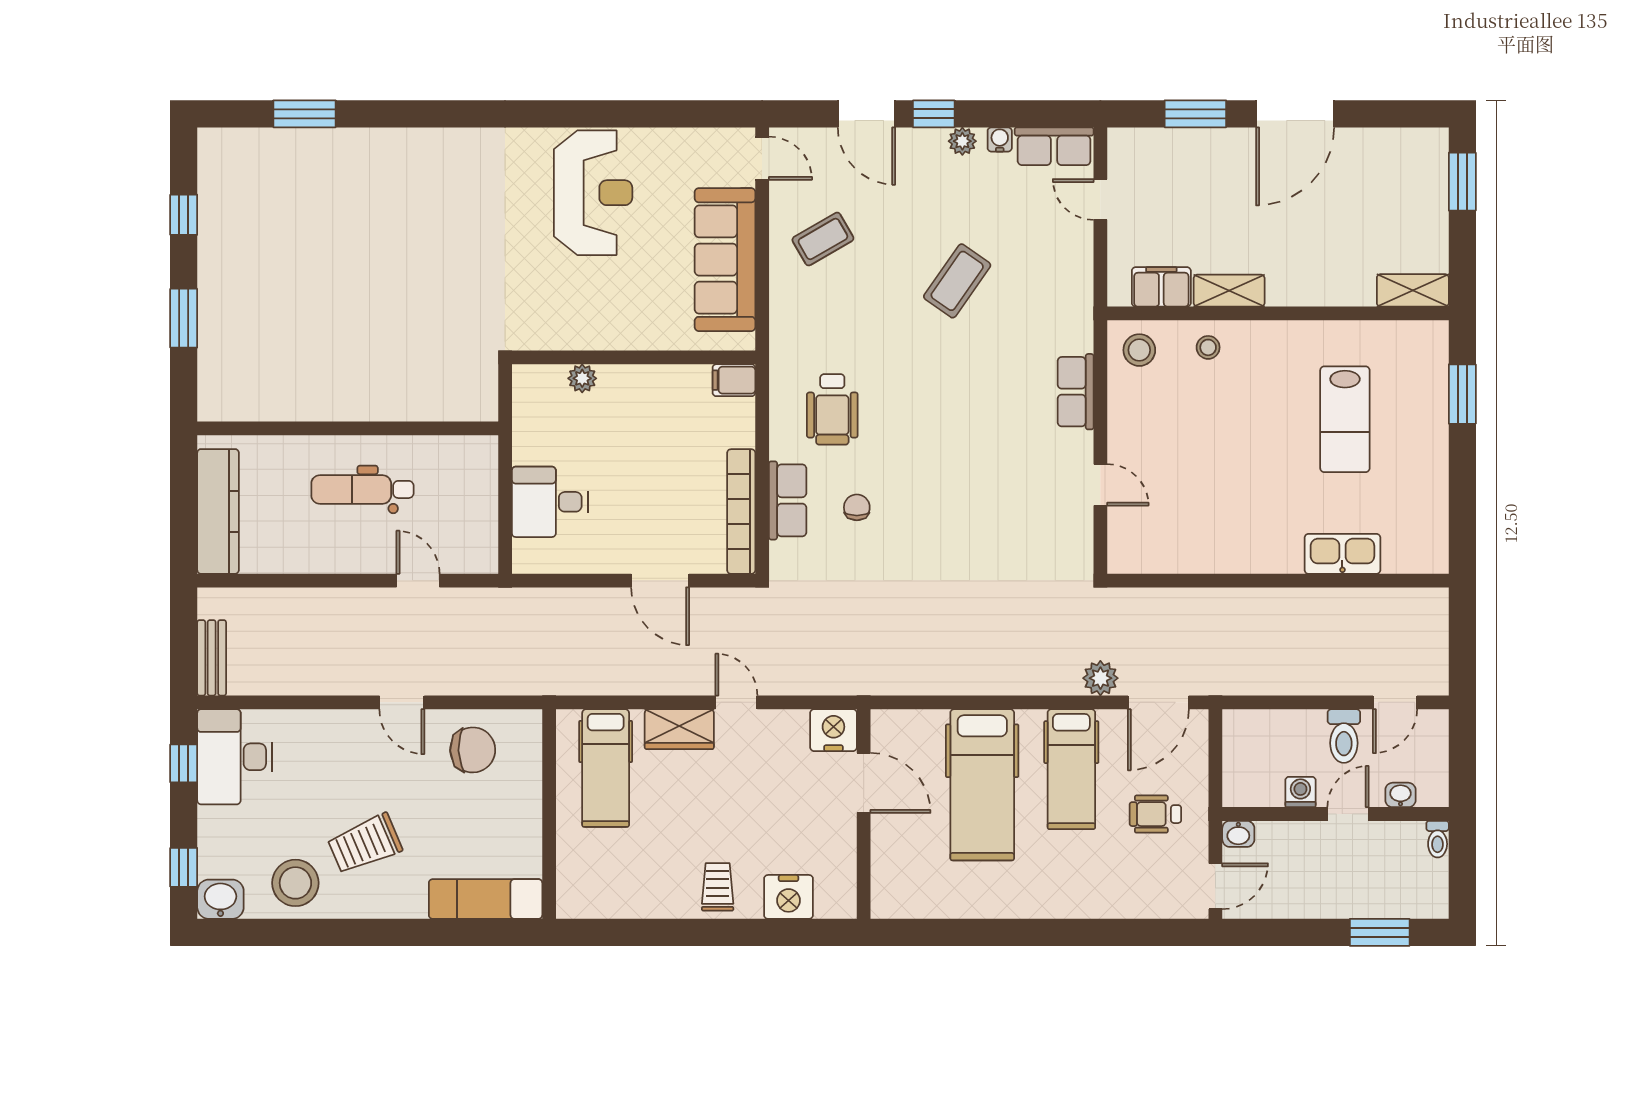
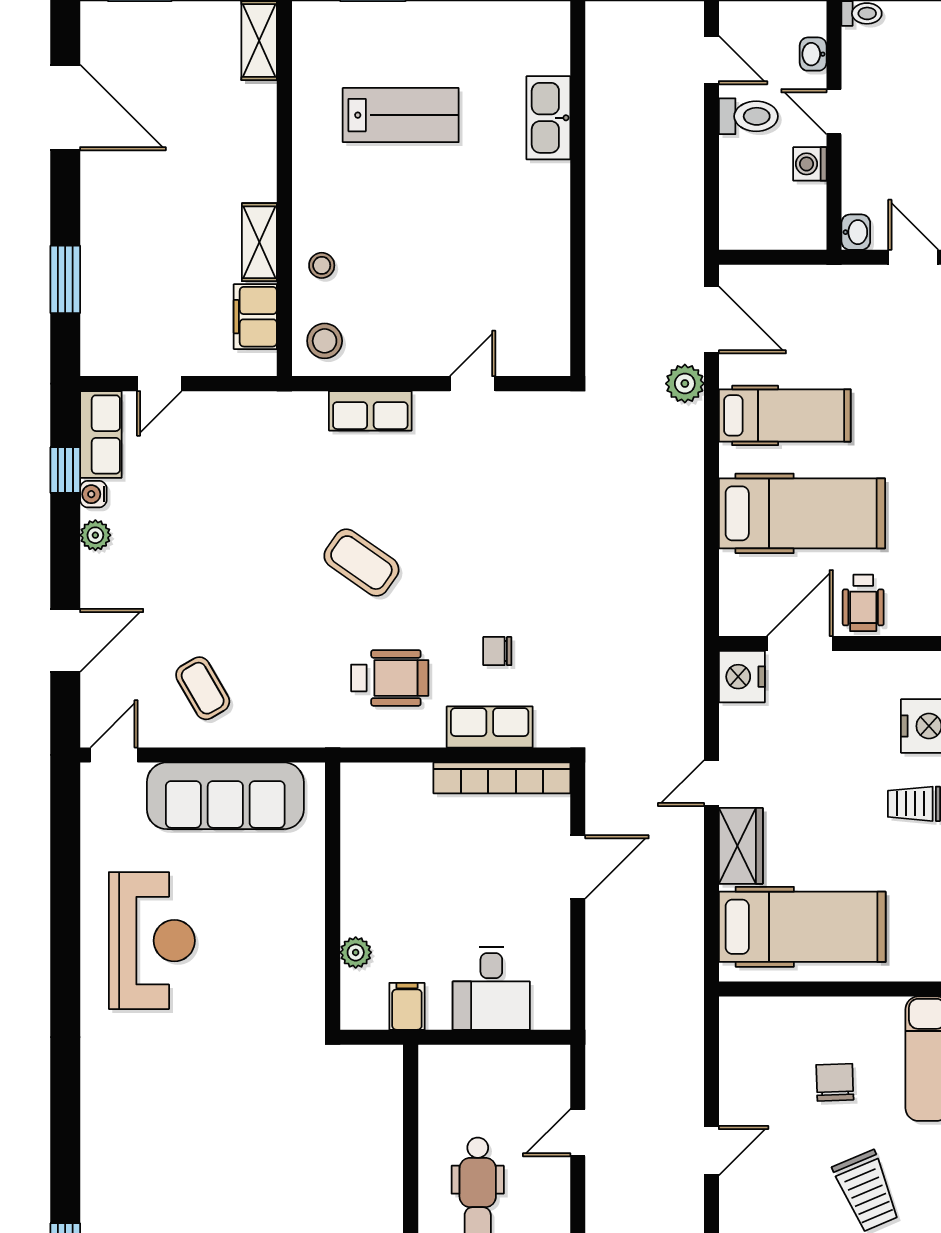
window: (934, 114) -> (65, 470), moved
door: (1295, 114) -> (65, 108), moved
reception desk: (593, 193) -> (152, 941), turned 90
coffee table: (957, 281) -> (361, 563), moved
filing cabinet: (734, 380) -> (407, 1006), moved, turned 180
chair: (473, 750) -> (835, 1082), moved, width x0.73, depth x0.73
hospital bed: (606, 768) -> (802, 927), width x1.37, depth x1.29
wheelchair: (1155, 814) -> (863, 603), moved

